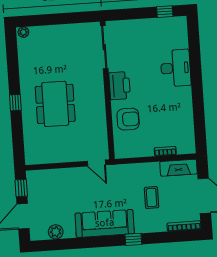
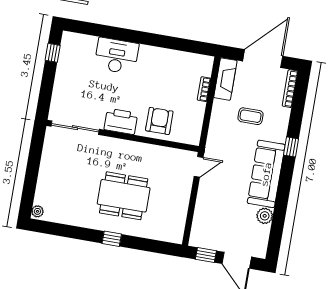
plant: (56, 232) -> (265, 216), moved

